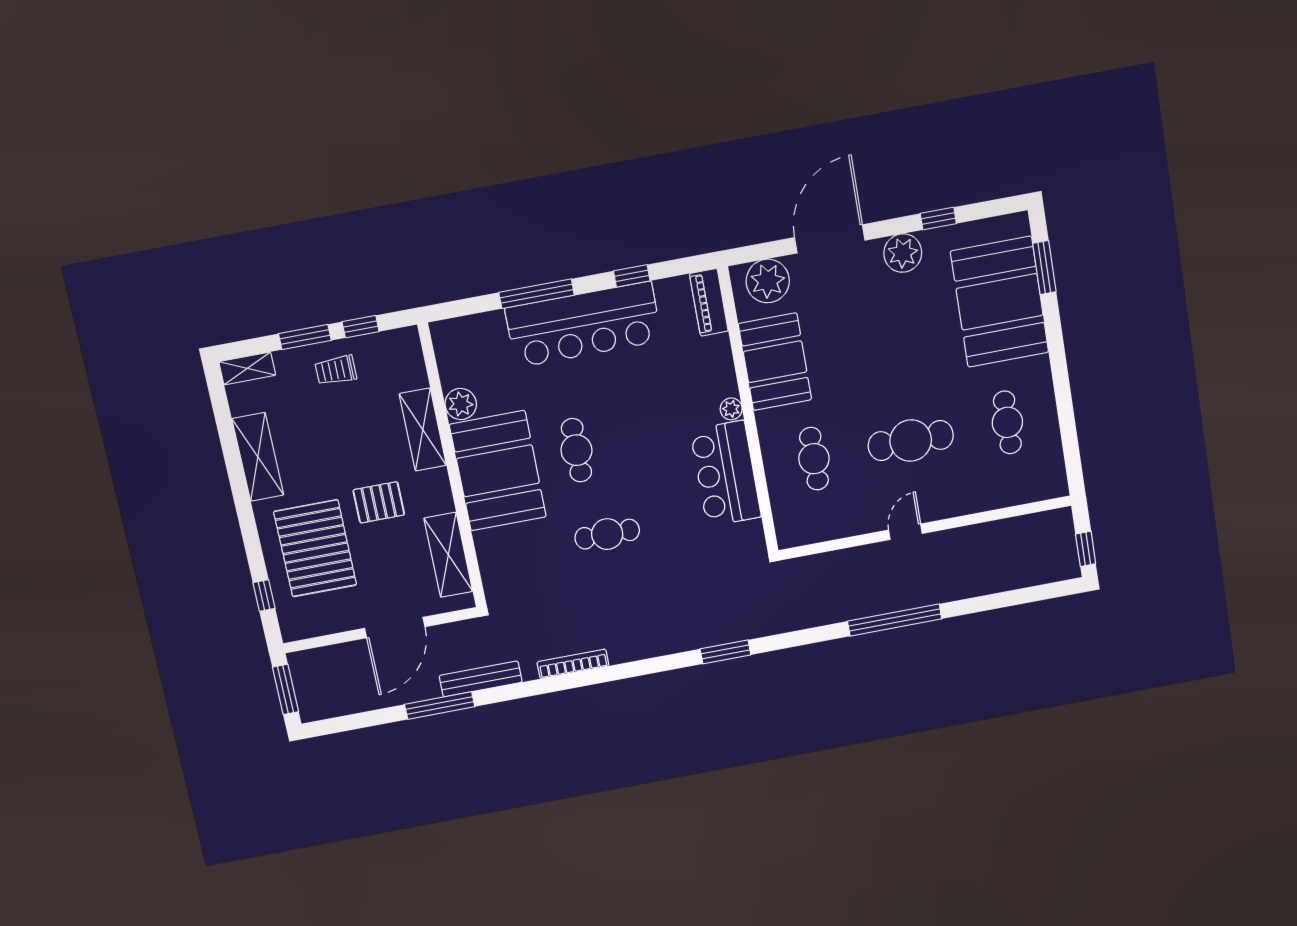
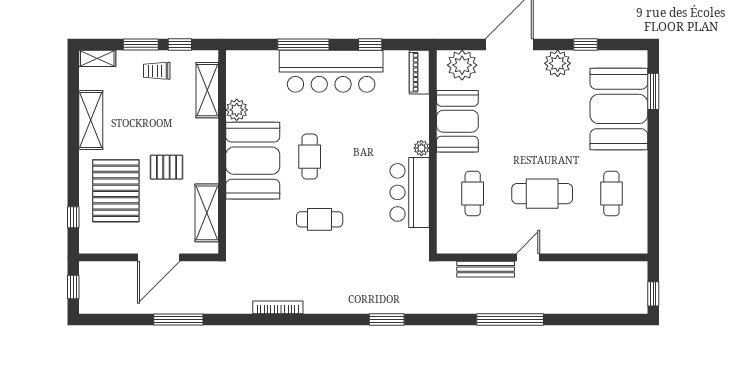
shelving: (423, 430) -> (207, 90), moved
bench: (481, 679) -> (486, 269), moved
window: (286, 689) -> (73, 287), width x0.67

